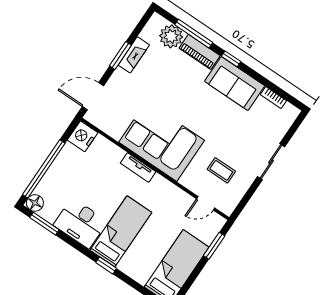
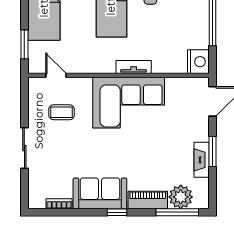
window: (194, 34) -> (177, 212), moved
door: (206, 203) -> (56, 75), hinge flipped

